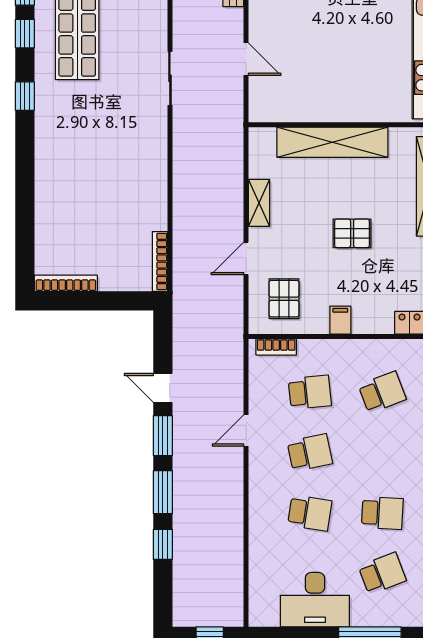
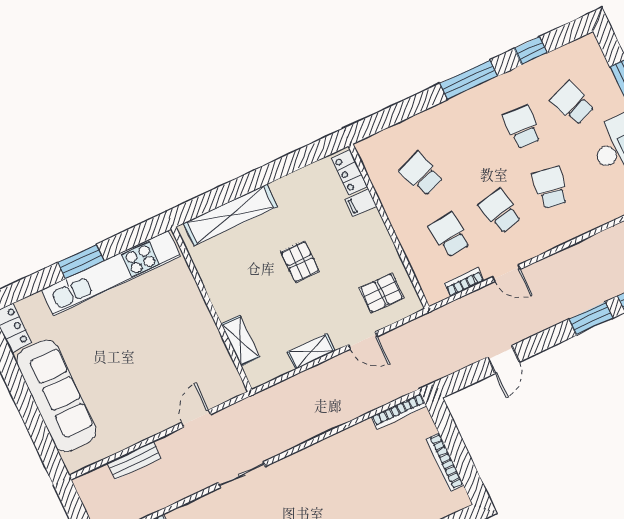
shelving: (332, 142) -> (240, 341), width x0.45, depth x0.75
bookcase: (66, 283) -> (445, 462), moved
filing cabinet: (340, 320) -> (361, 203), moved
bookcase: (276, 347) -> (464, 282), moved, turned -90
window: (163, 436) -> (543, 341), removed

